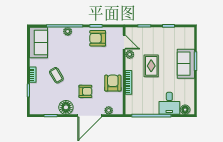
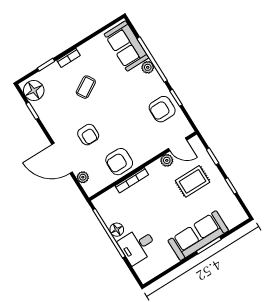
armchair: (98, 38) -> (162, 109), turned -90
door: (124, 42) -> (178, 144), hinge flipped
sofa: (39, 43) -> (126, 46), moved, turned 90
sofa: (186, 64) -> (198, 236), width x1.36
rug: (151, 66) -> (193, 181), moved
armchair: (113, 83) -> (119, 162), turned 180
floor lamp: (66, 107) -> (34, 90), moved
floor lamp: (185, 110) -> (117, 230), moved

